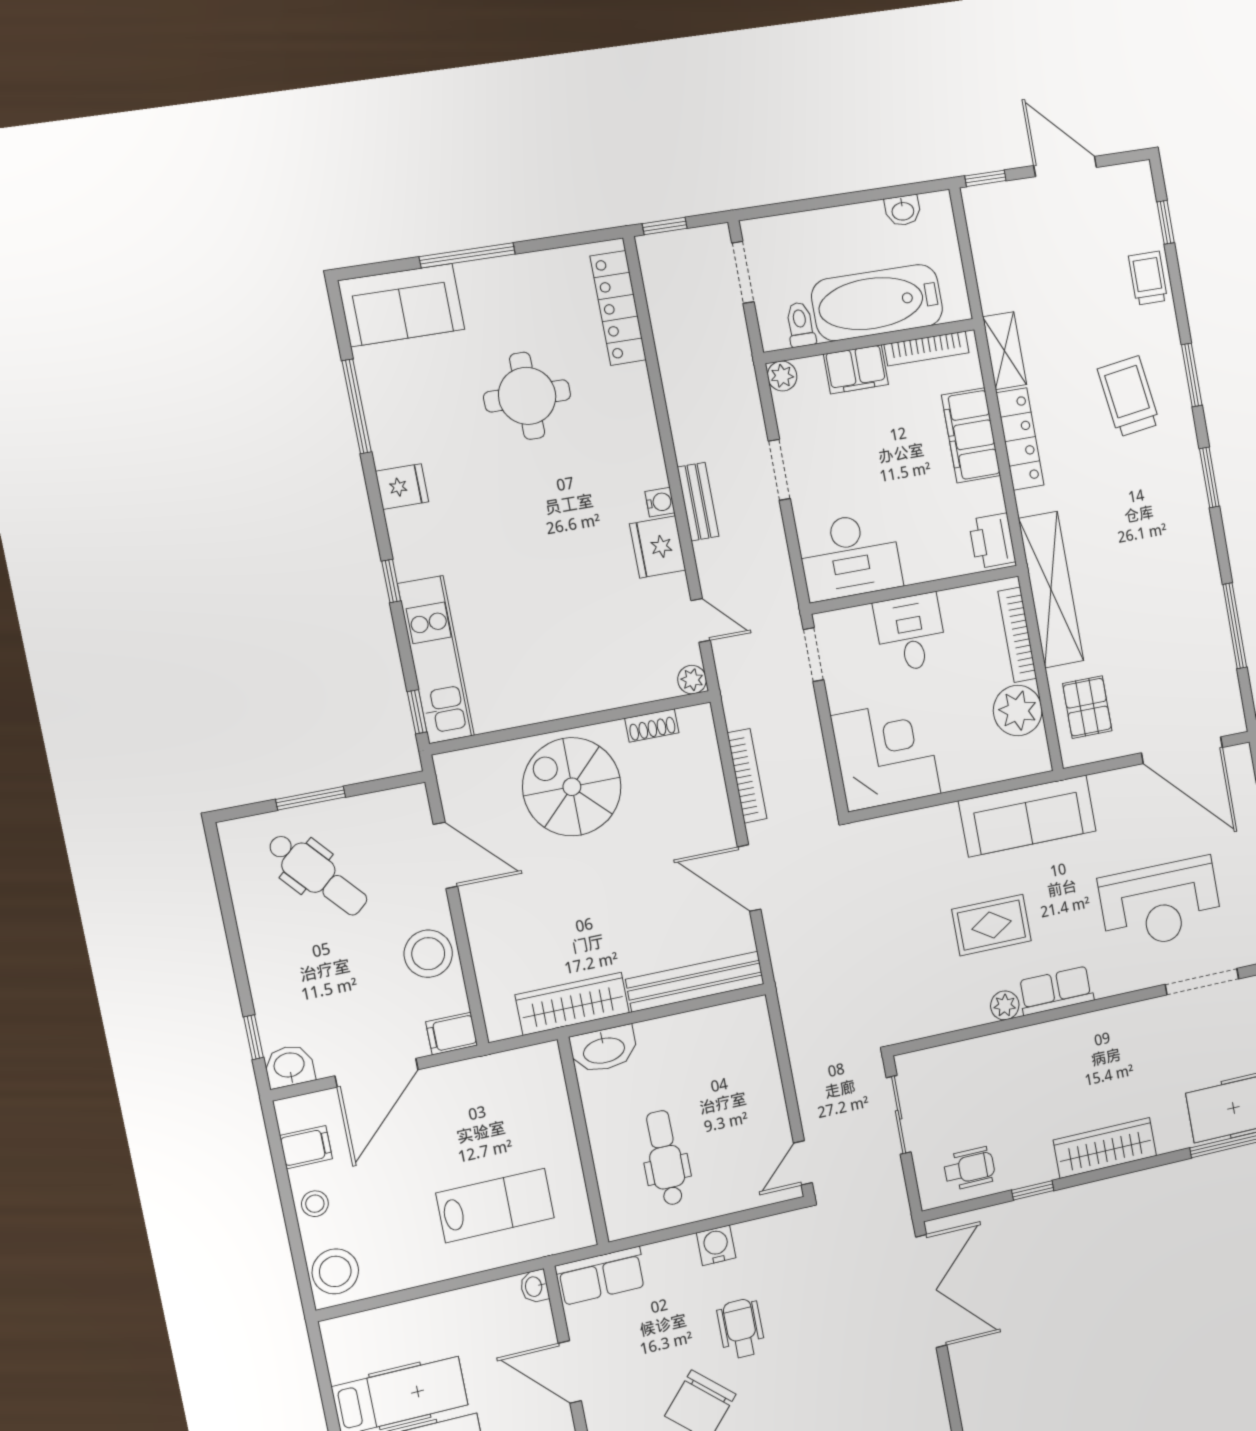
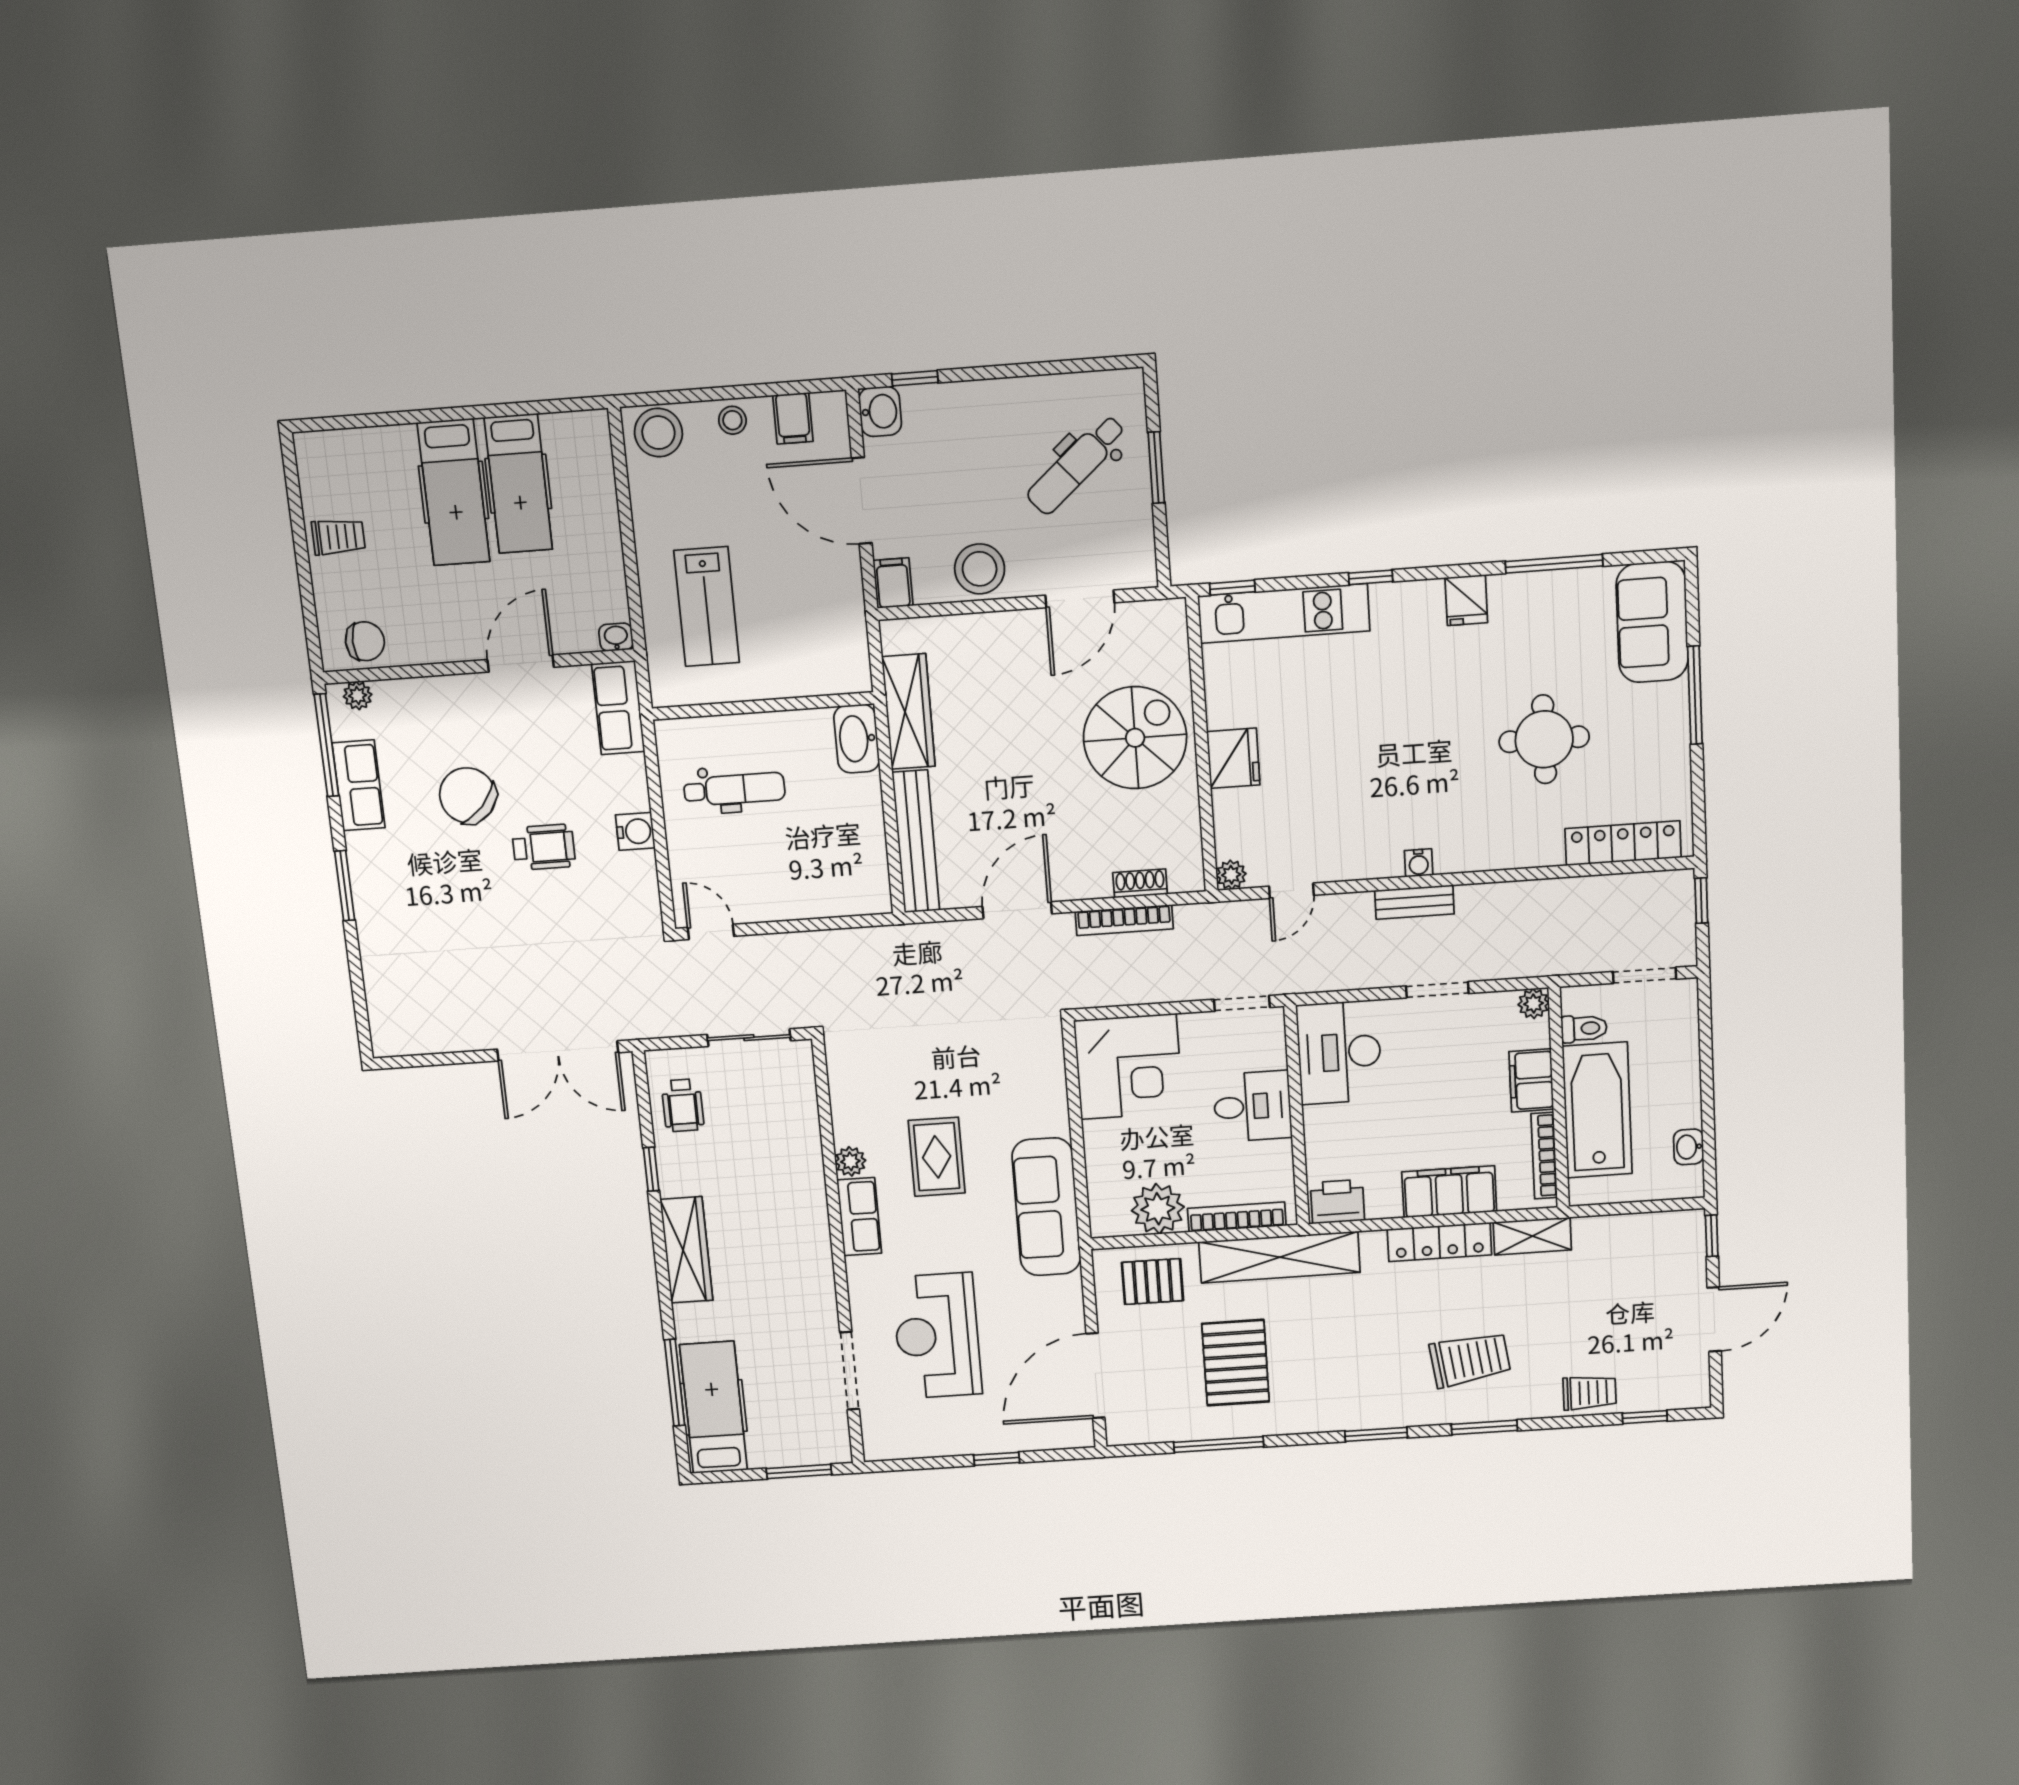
fridge: (658, 547) -> (1233, 758), moved, turned 90
pallet: (1156, 619) -> (1236, 1363), added
shoe rack: (652, 725) -> (1140, 883), moved, turned 90

